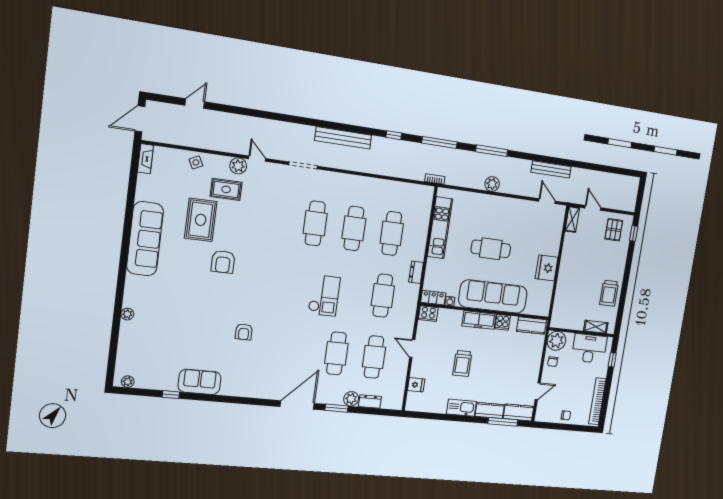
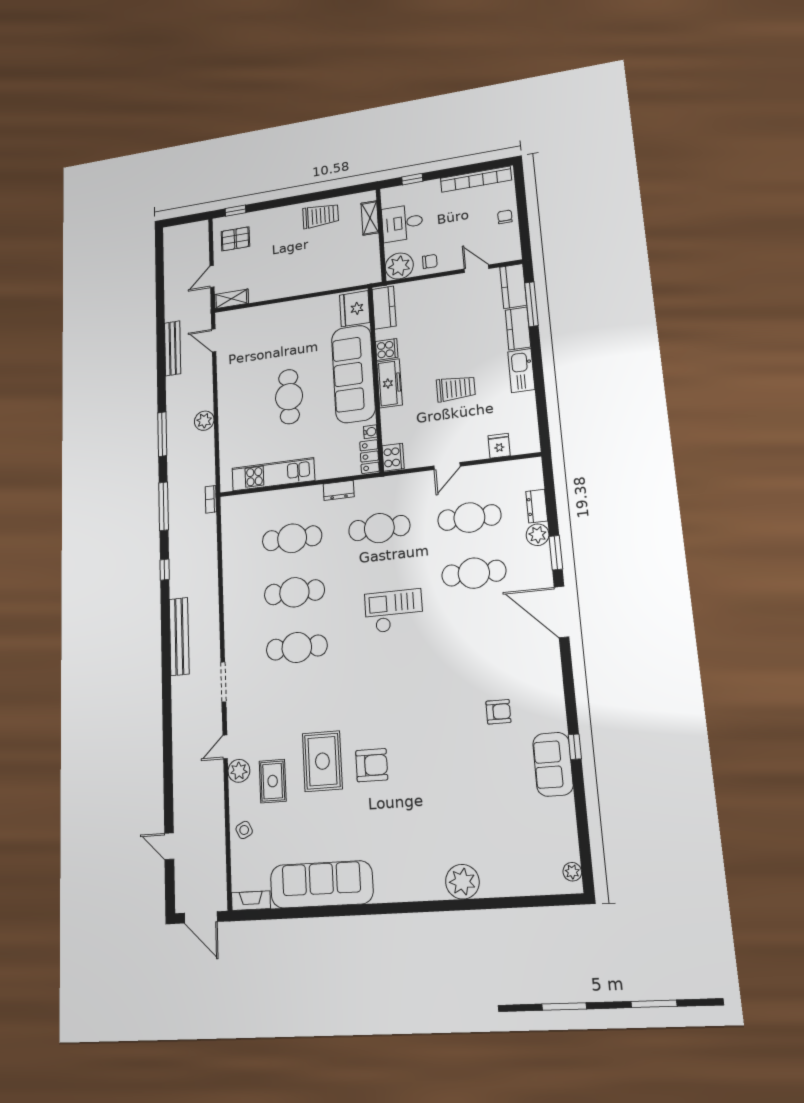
door: (547, 201) -> (214, 340), hinge flipped
rug: (201, 220) -> (322, 761), moved, turned 90
sofa: (145, 239) -> (321, 884), moved
fridge: (547, 268) -> (355, 309), moved, turned 90
plant: (127, 314) -> (462, 882), width x1.88, depth x1.88
armchair: (244, 332) -> (498, 712), moved
desk: (589, 348) -> (402, 223), width x0.73
window: (171, 395) -> (575, 747), moved

